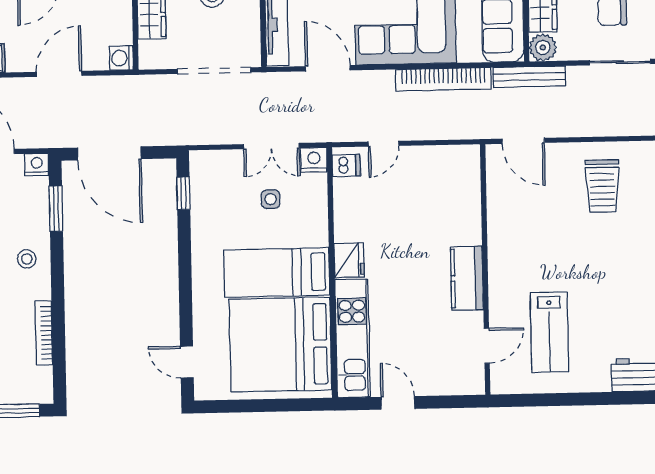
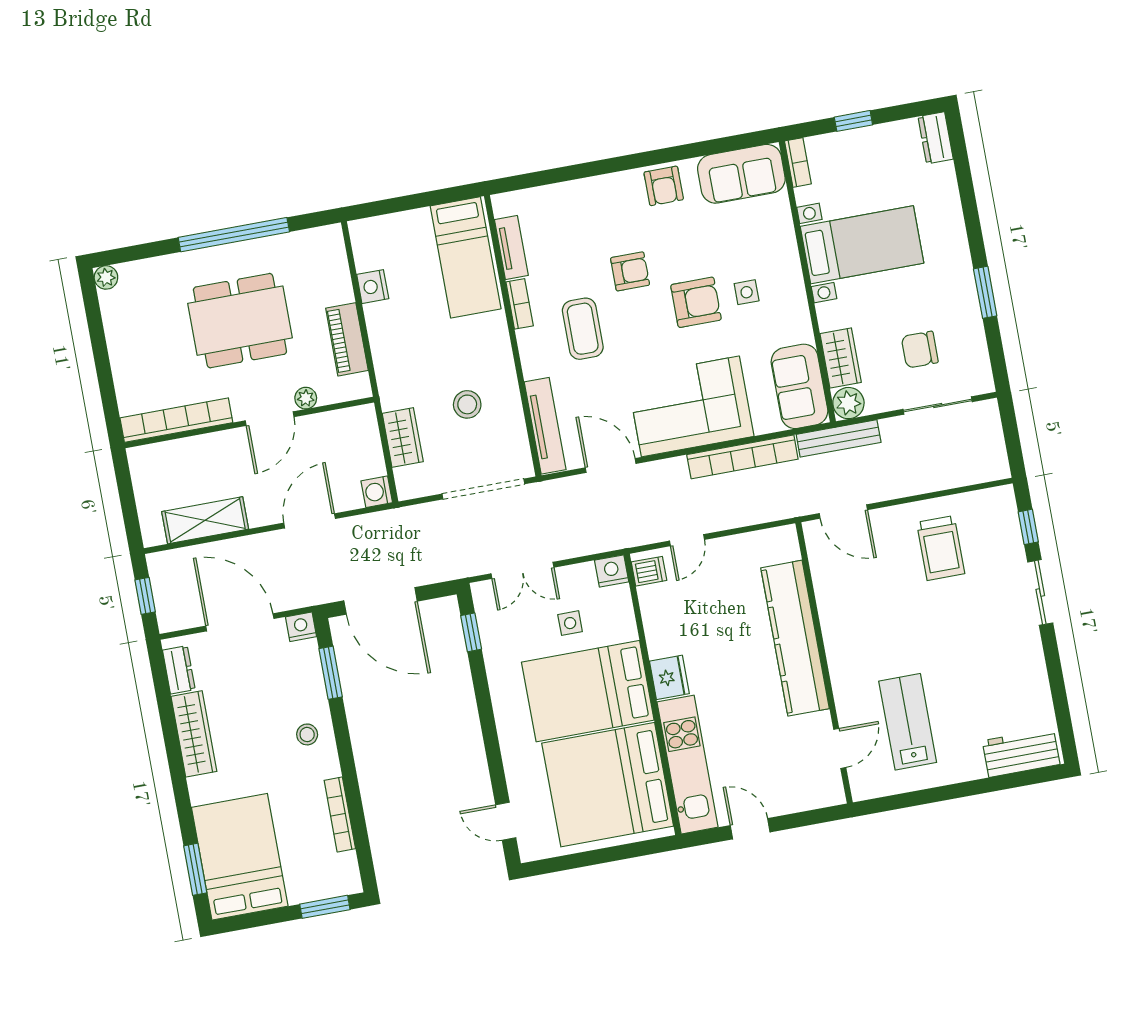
double door: (271, 146) -> (522, 570), moved
bed: (277, 272) -> (588, 691), width x1.50
kitchen counter: (467, 278) -> (795, 638), width x2.08, depth x1.17
lab bench: (549, 332) -> (908, 722), turned 180

